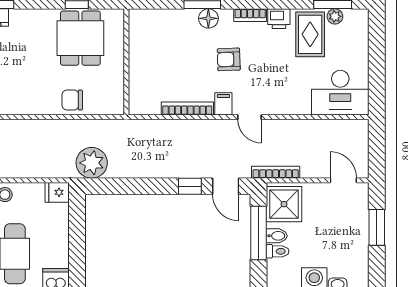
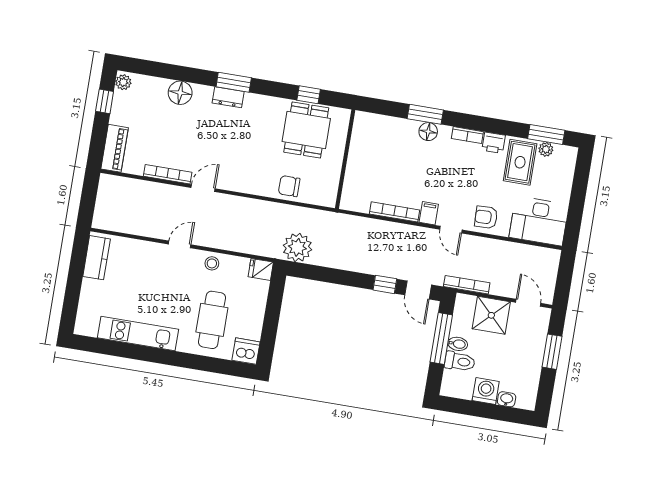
armchair: (229, 59) -> (486, 217), moved
shower: (284, 204) -> (491, 315), moved
toilet: (278, 251) -> (460, 361), width x1.37, depth x1.39

